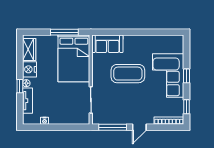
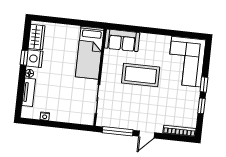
window: (64, 32) -> (77, 22), removed
bed: (74, 58) -> (90, 53), width x0.67
corner sofa: (168, 75) -> (186, 62), moved
window: (20, 86) -> (24, 58), moved
window: (187, 107) -> (202, 106), moved

